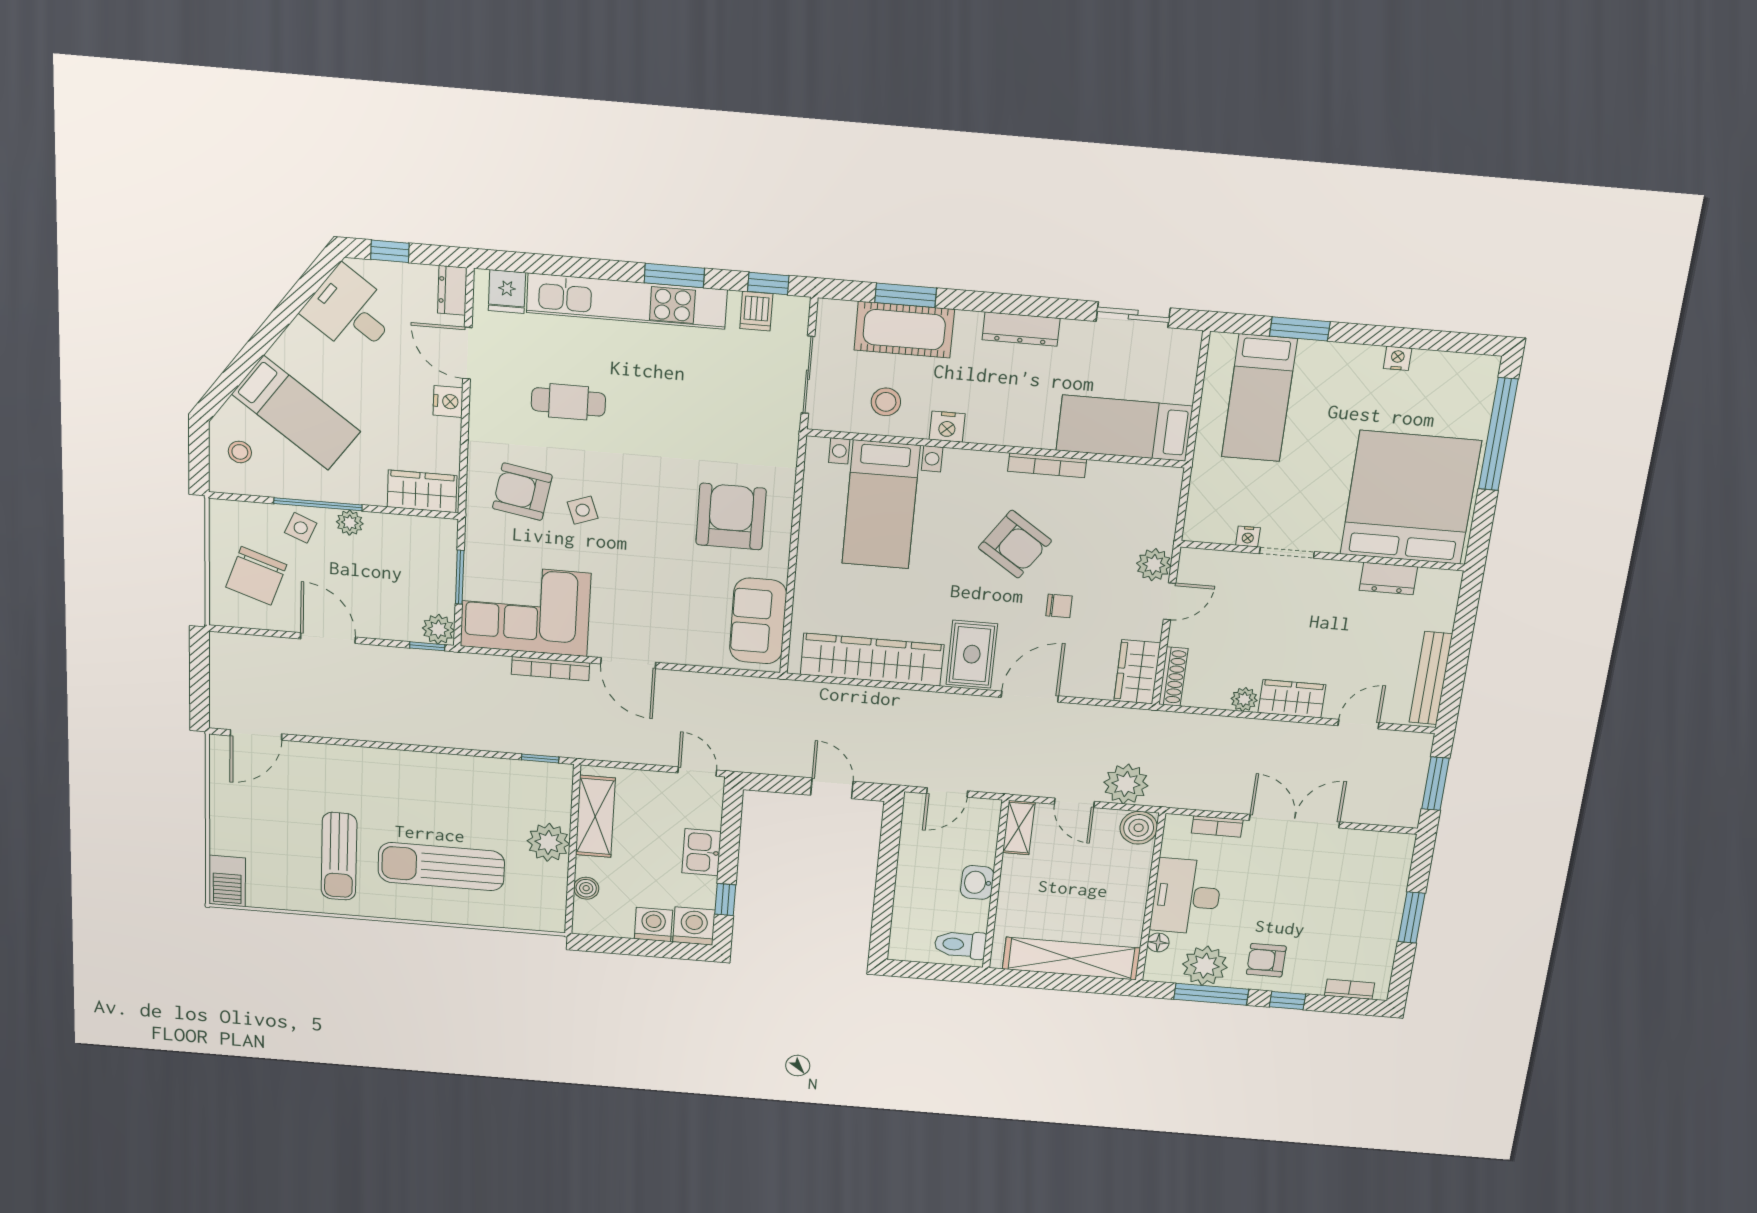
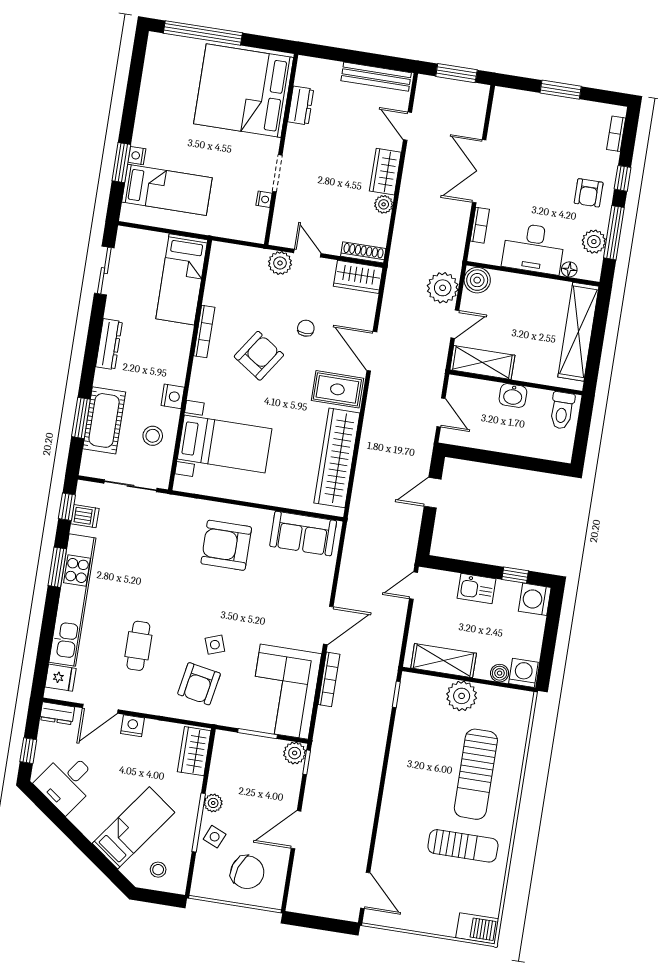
nightstand: (1398, 358) -> (137, 156), moved
shelving: (1019, 828) -> (482, 363), width x1.50, depth x1.33
washing machine: (653, 924) -> (523, 673), moved, turned 90
plant: (1205, 966) -> (594, 242), width x0.73, depth x0.73

